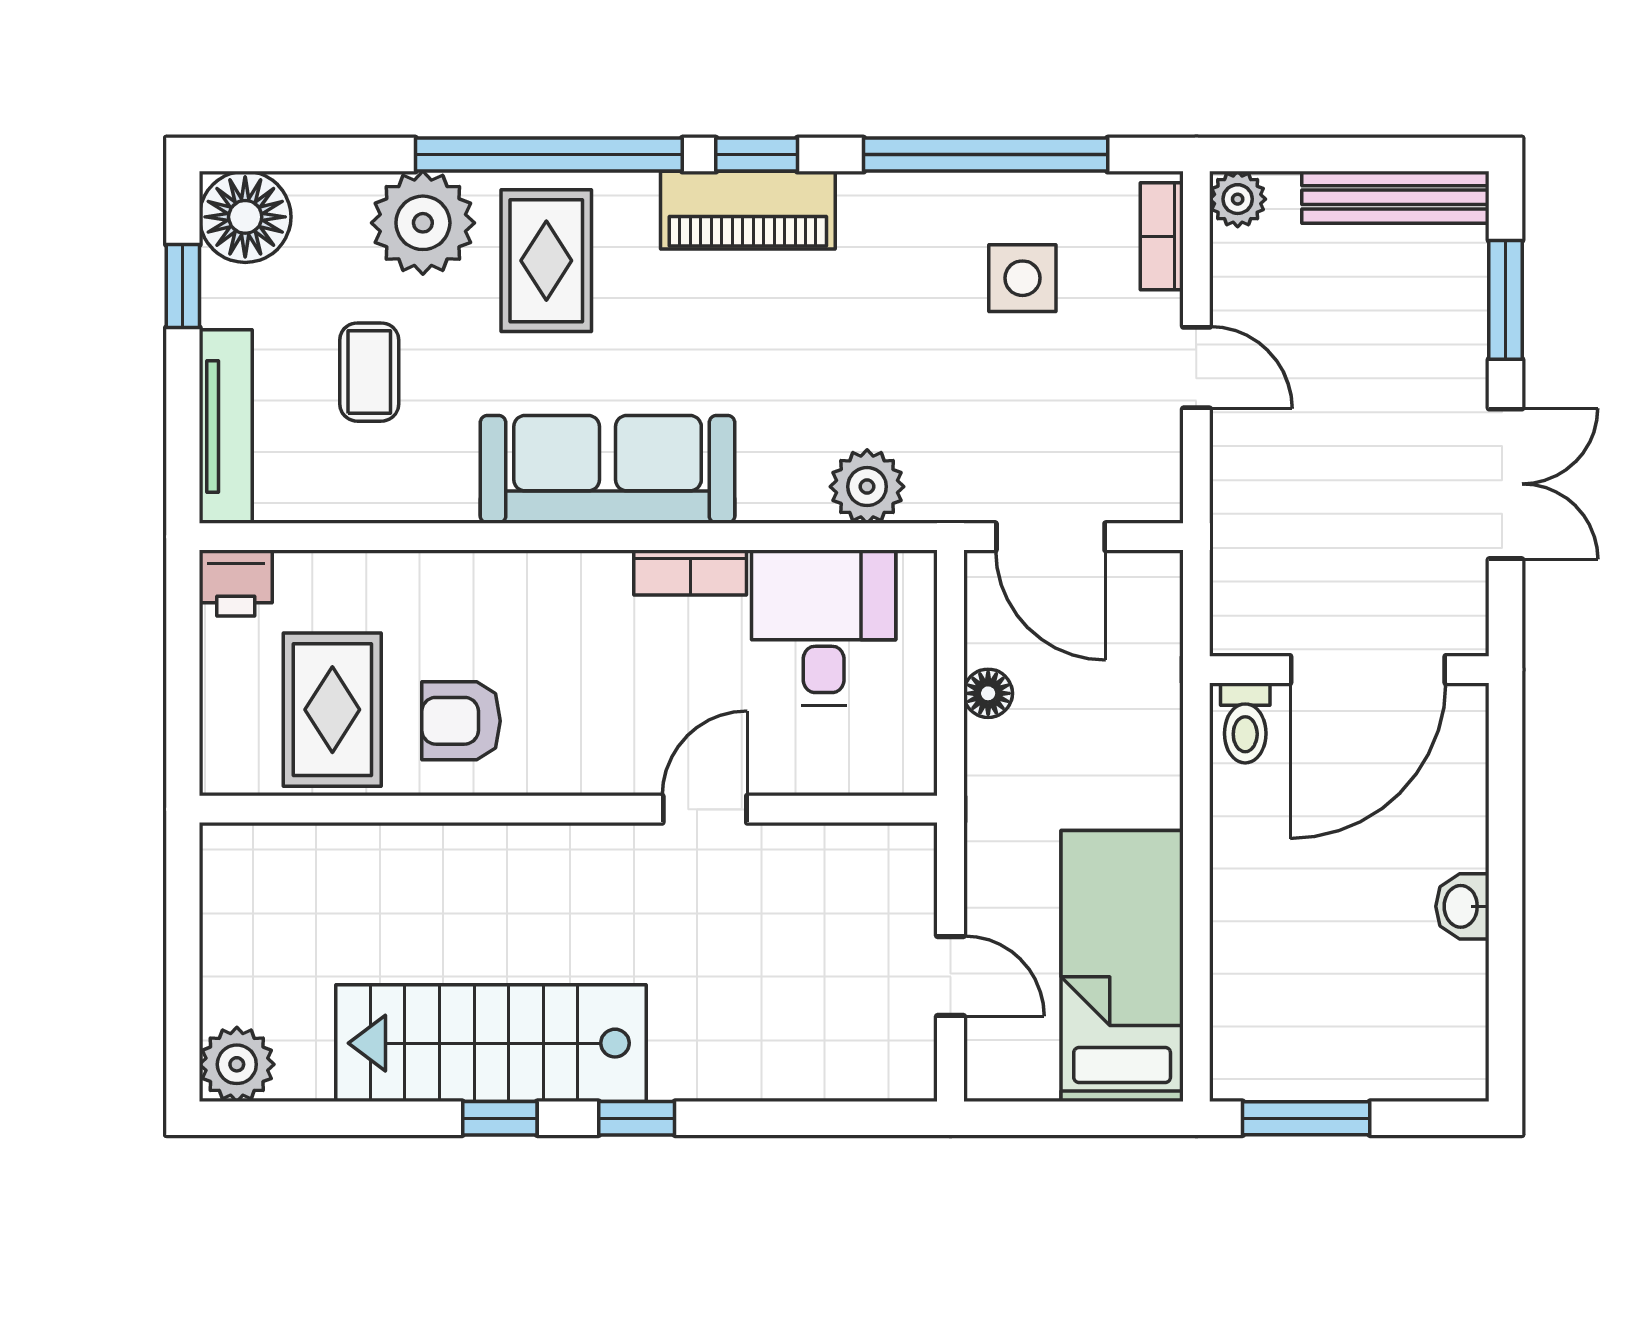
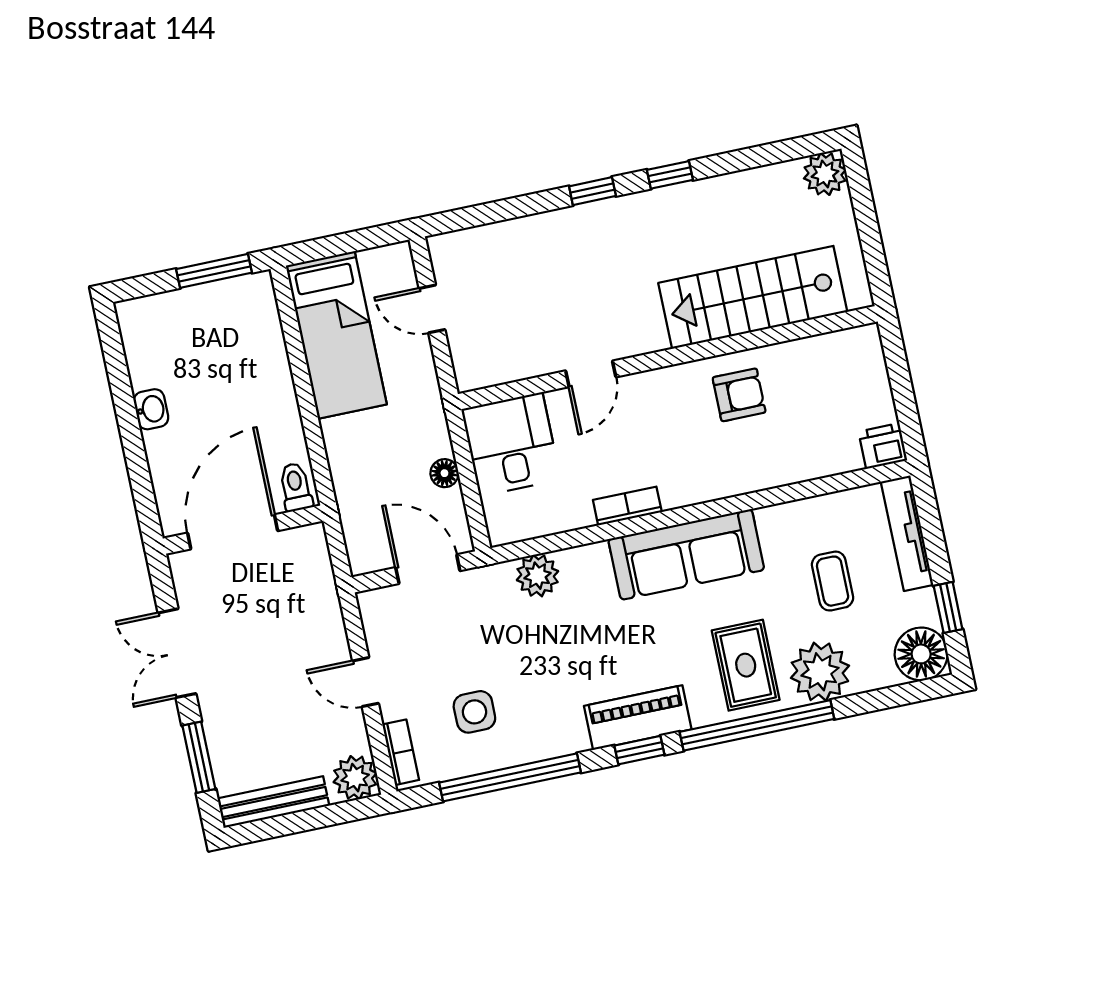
plant: (1238, 199) -> (355, 778), width x1.38, depth x1.38
desk: (824, 628) -> (511, 444), moved, turned 180
rug: (332, 710) -> (813, 386), removed
stairs: (491, 1043) -> (753, 297), moved, turned 180

